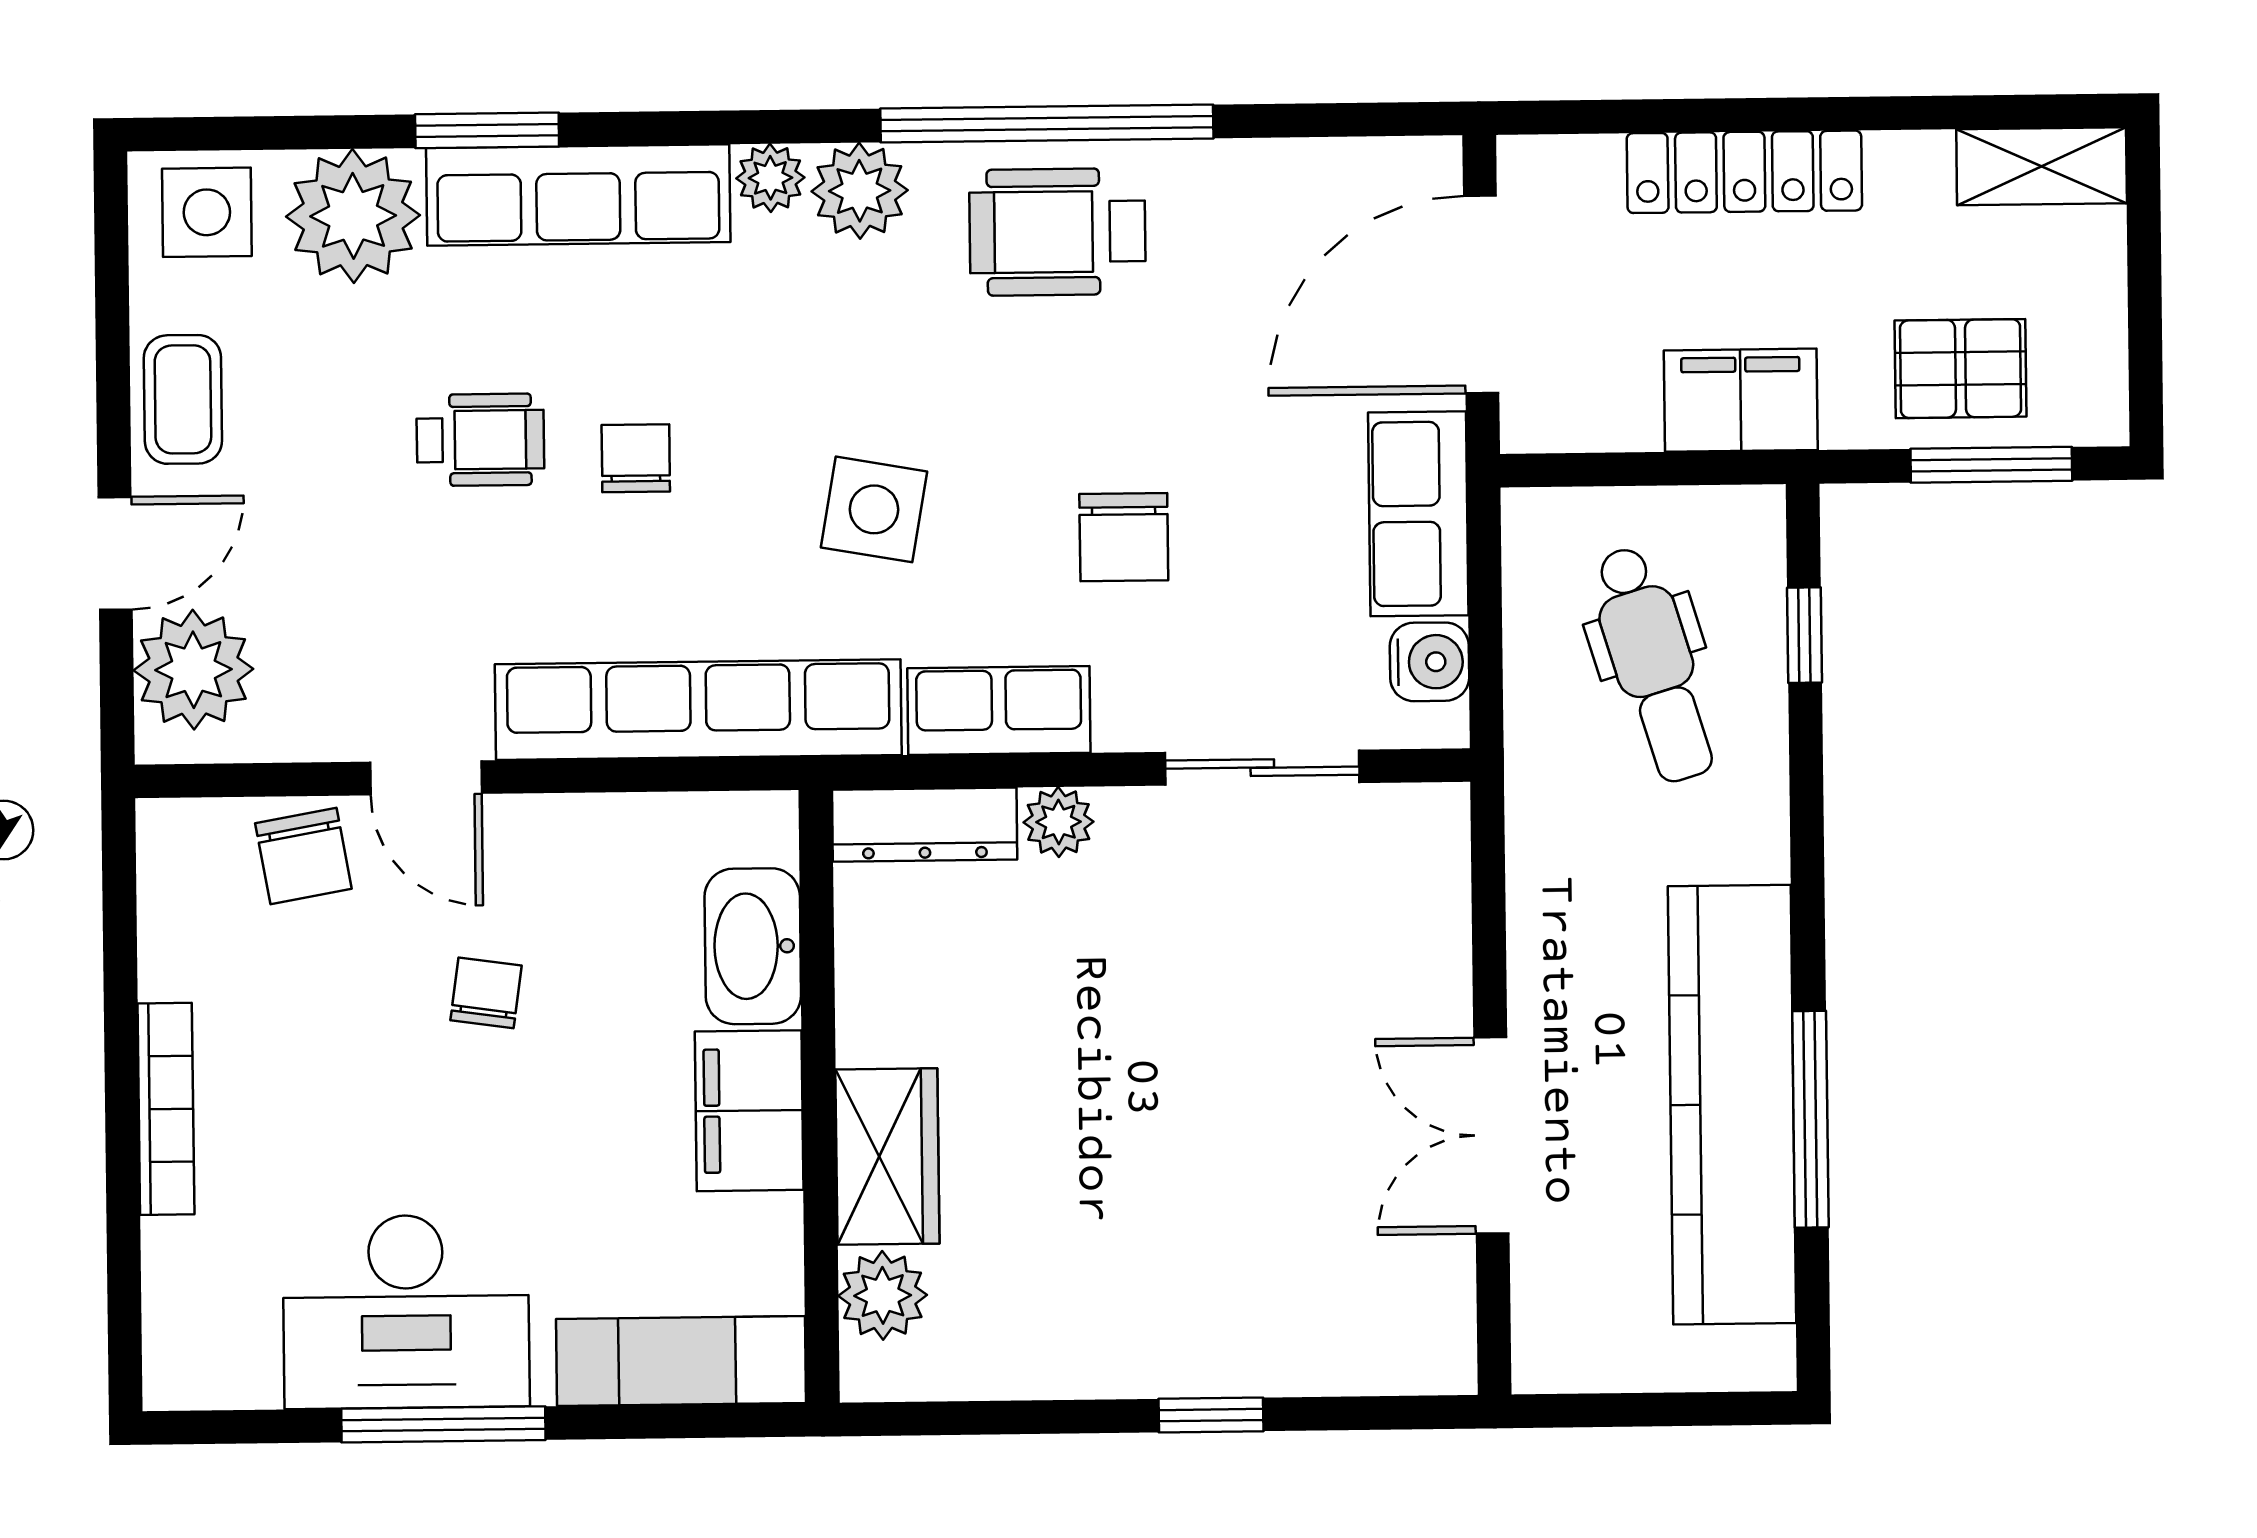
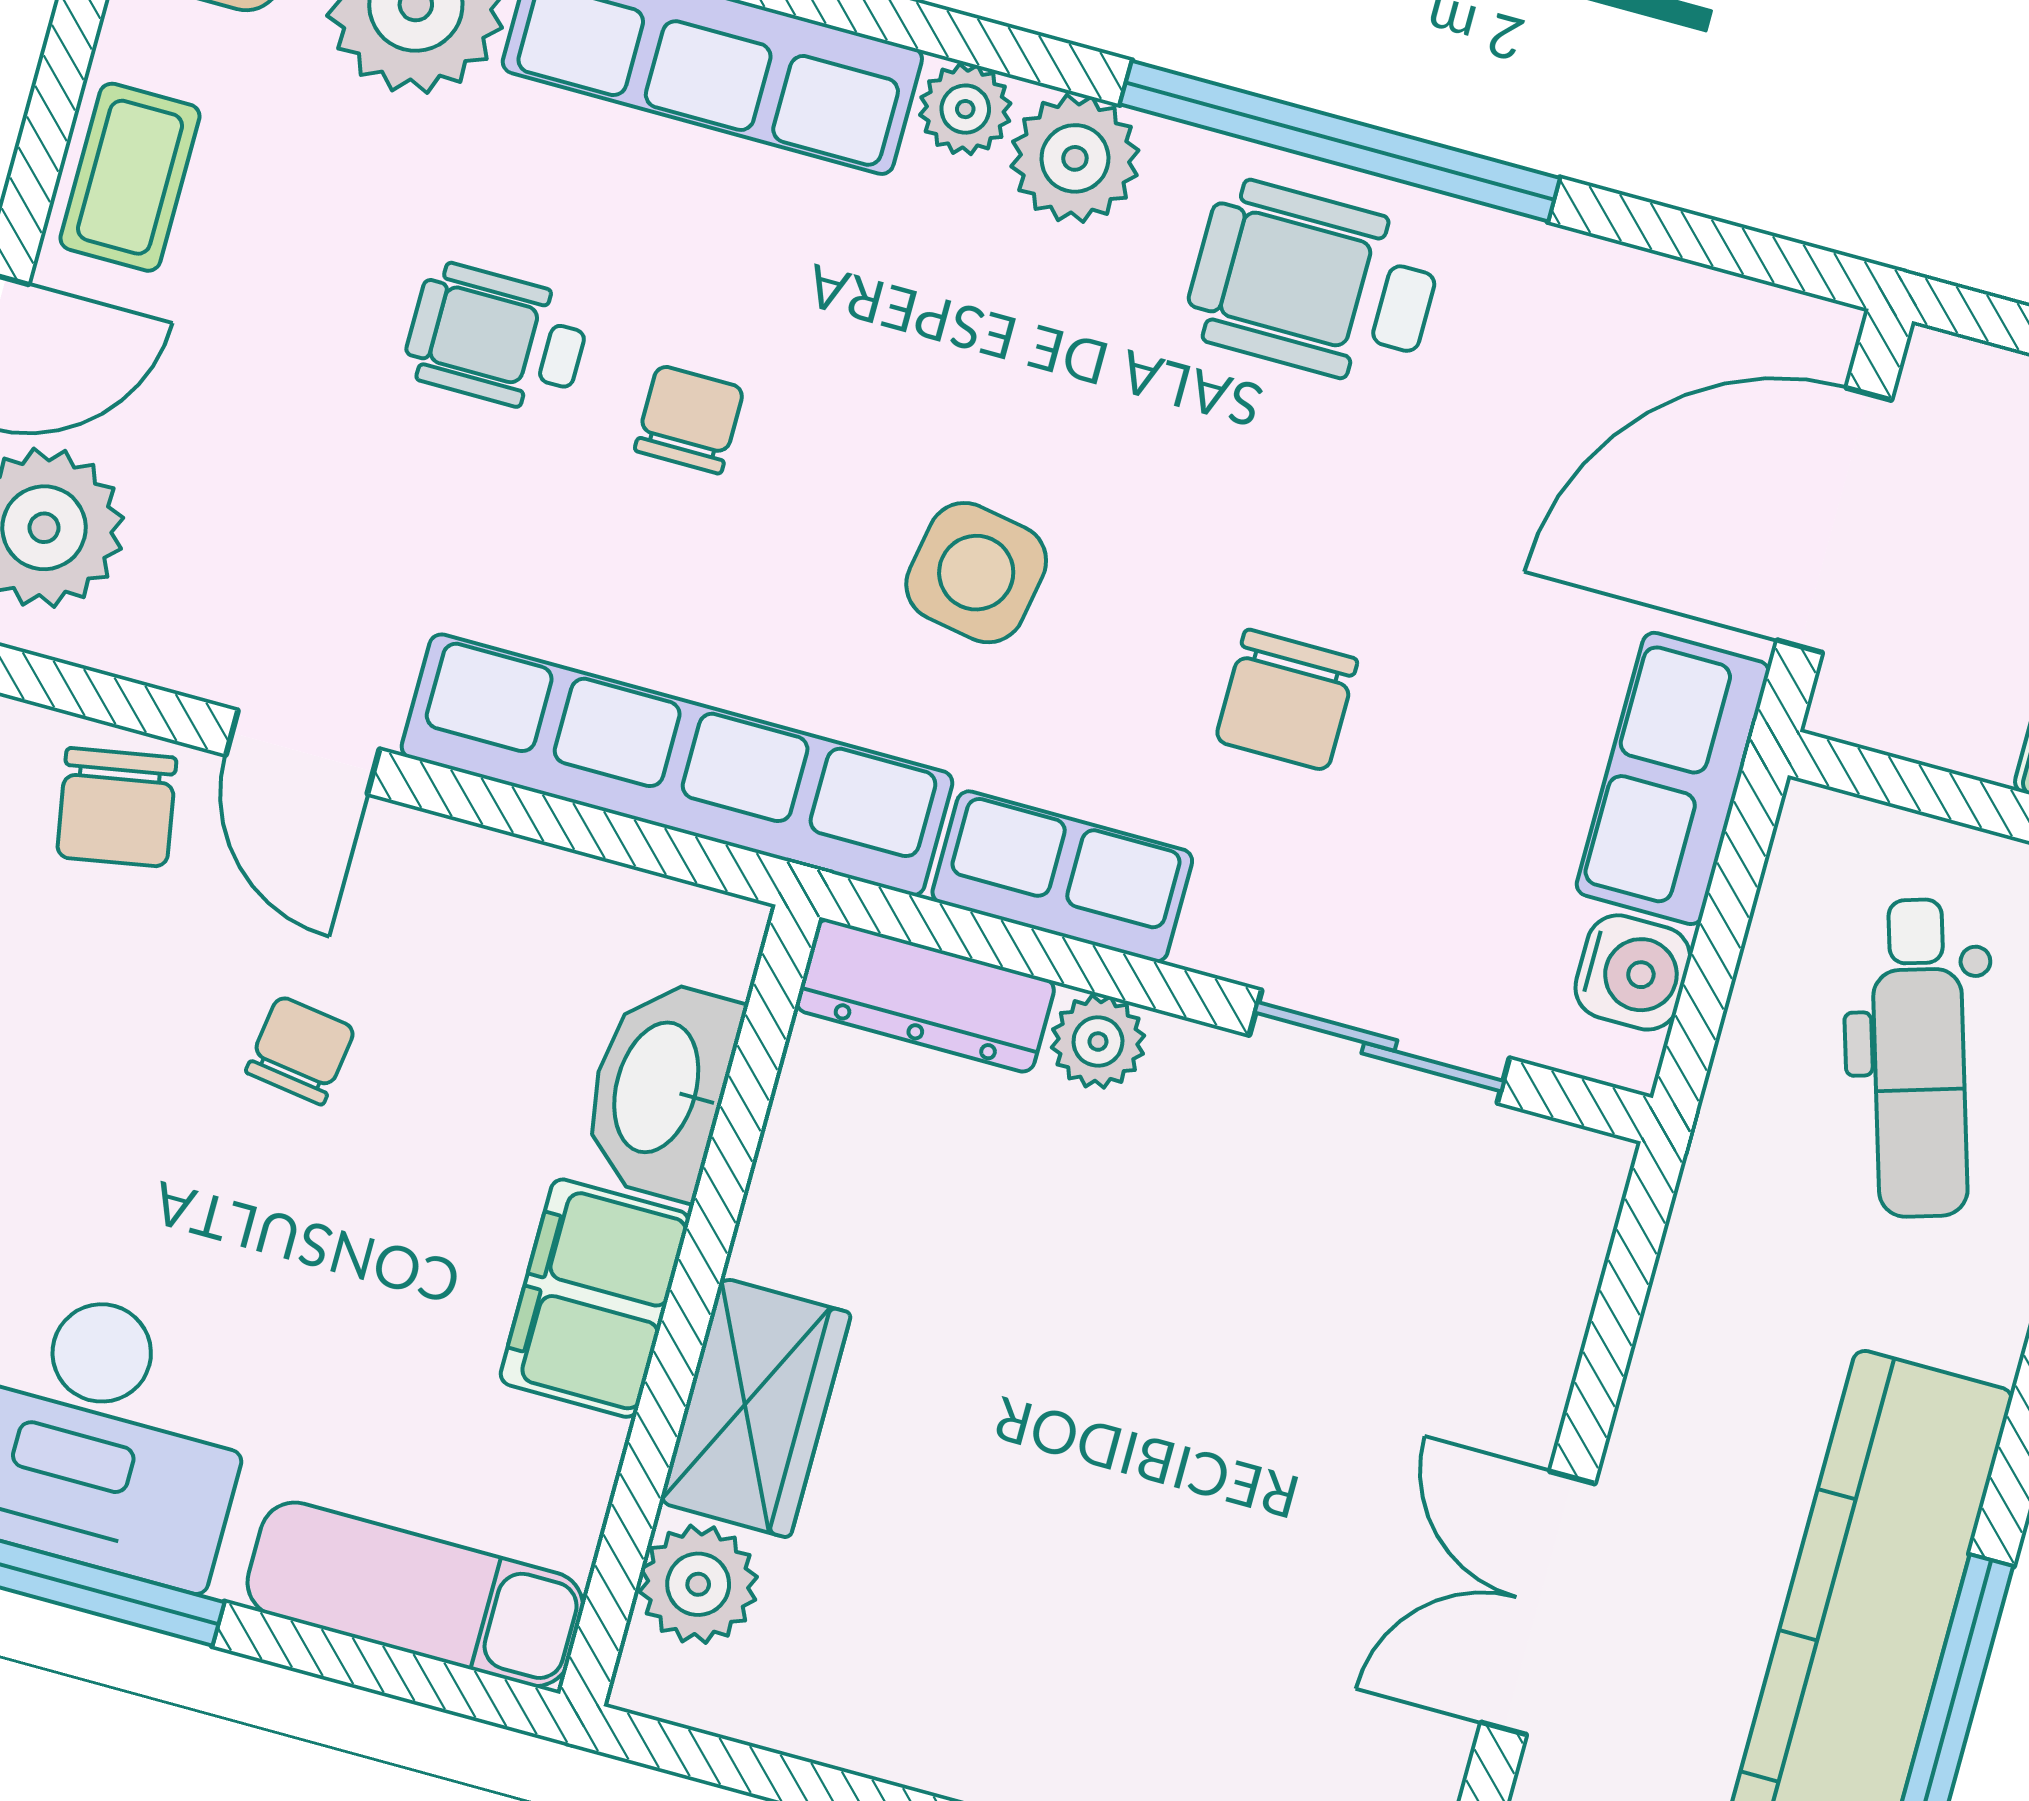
wheelchair: (480, 440) -> (497, 338), turned 180

